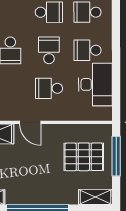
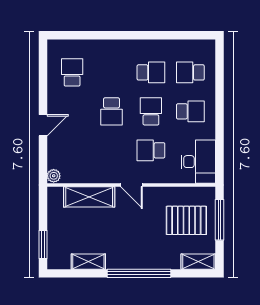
school desk: (88, 50) -> (190, 111), turned 180
desk: (95, 84) -> (198, 162), moved

